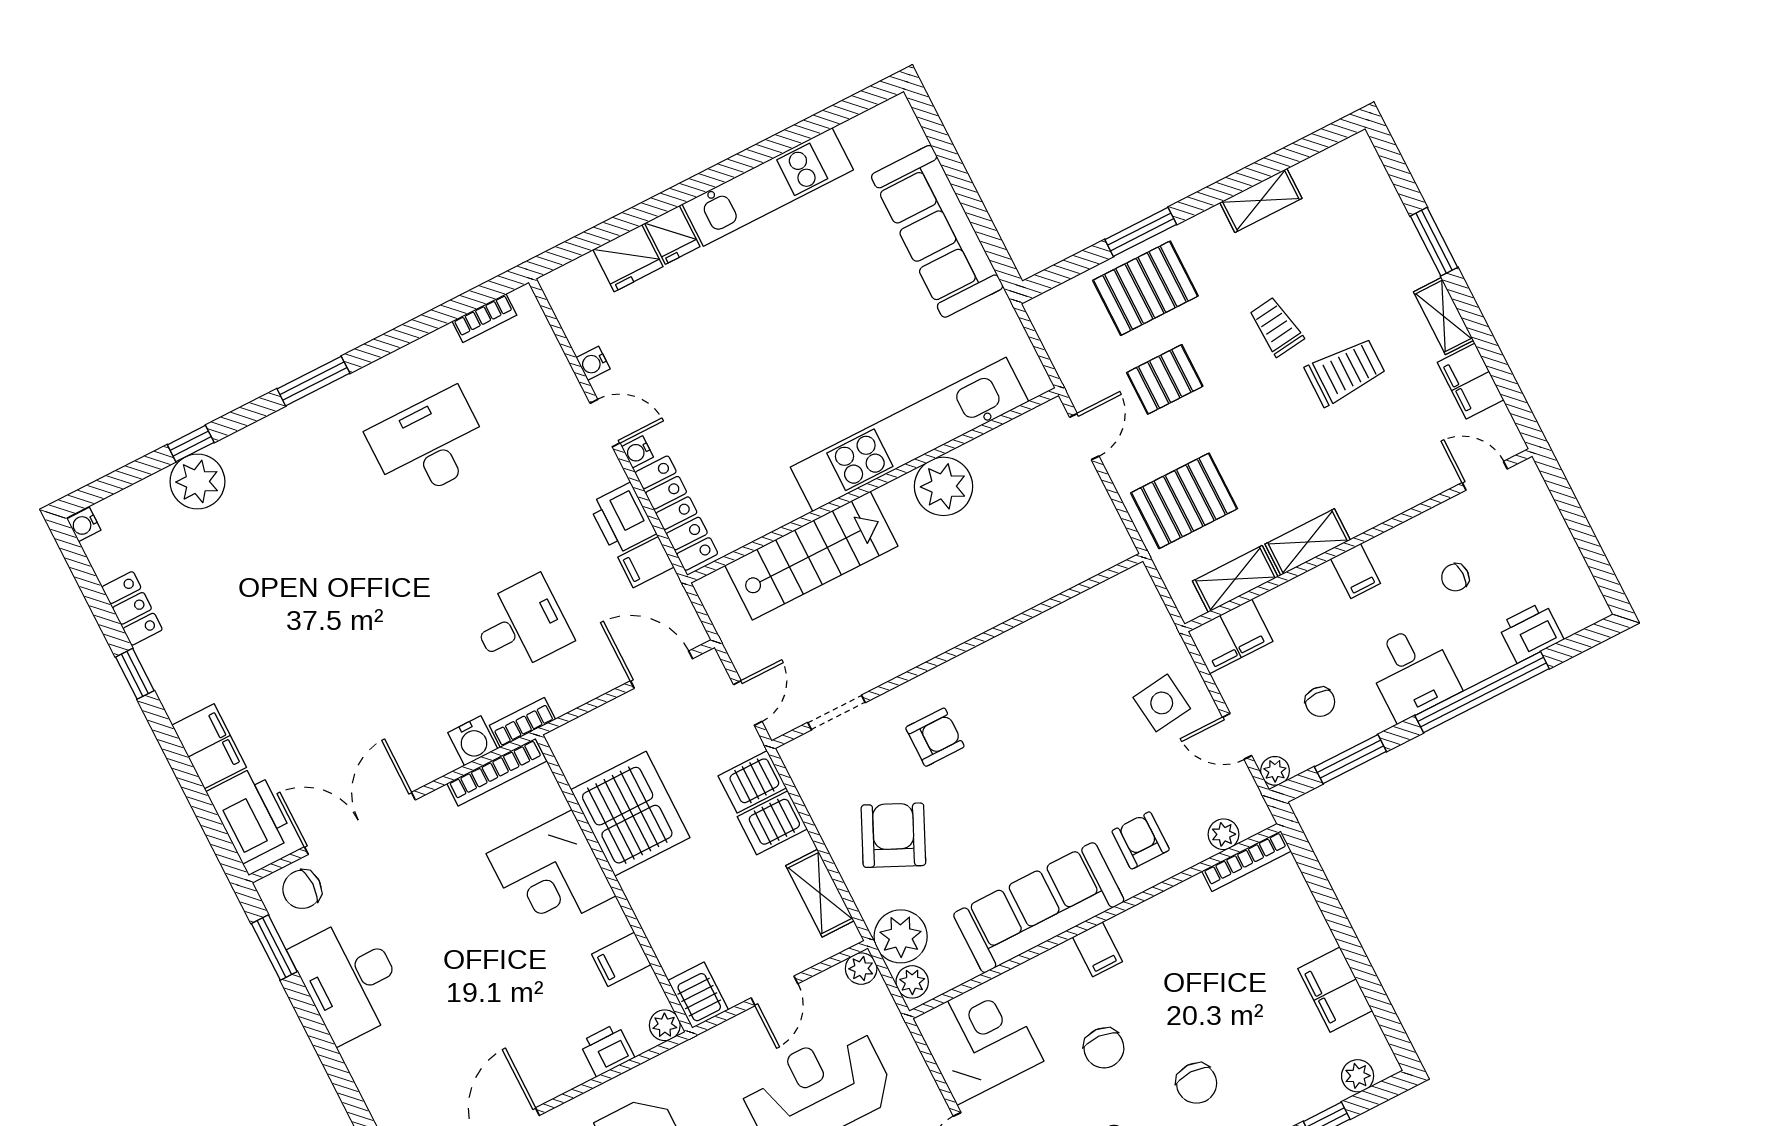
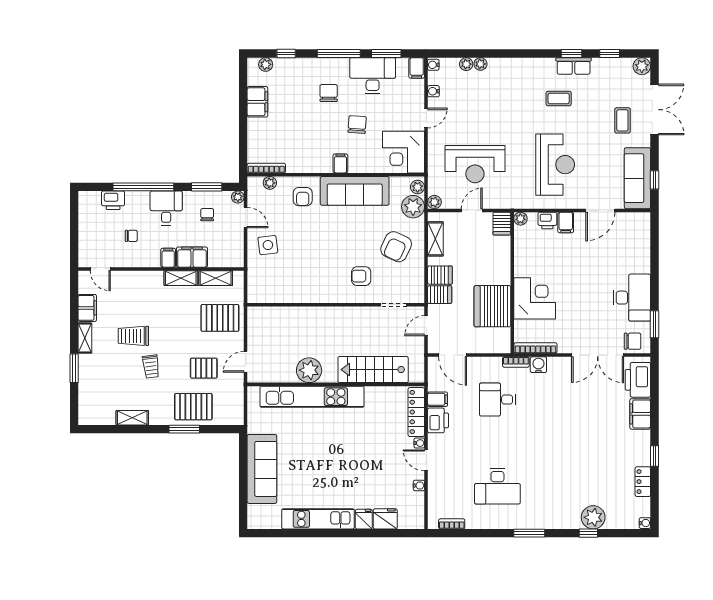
filing cabinet: (1231, 636) -> (192, 257), moved
filing cabinet: (621, 959) -> (566, 222), moved, turned 90

